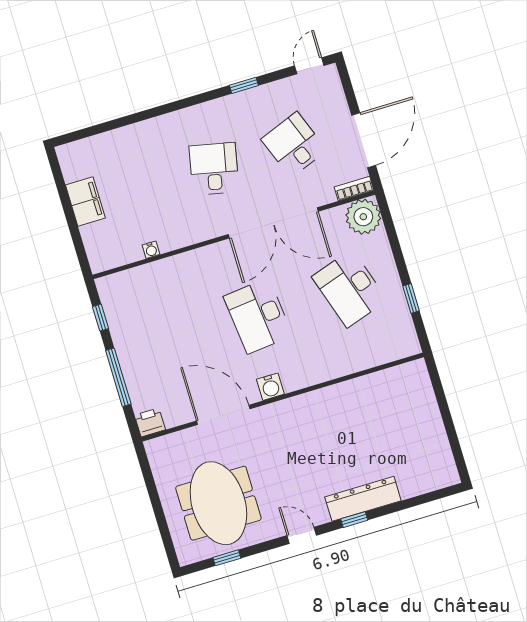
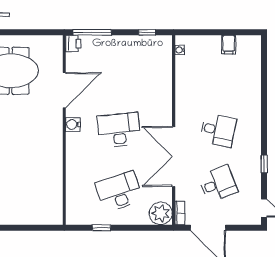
filing cabinet: (85, 201) -> (229, 45), width x0.50
water cooler: (151, 250) -> (180, 50), moved
window: (118, 377) -> (92, 32), moved

